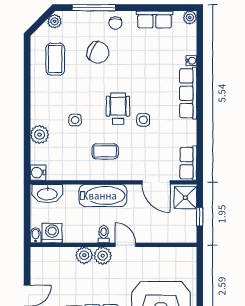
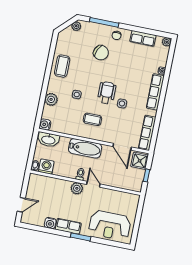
coffee table: (55, 59) -> (62, 66), moved
row of seats: (188, 163) -> (147, 133), width x1.48
plant: (84, 255) -> (65, 186), removed

